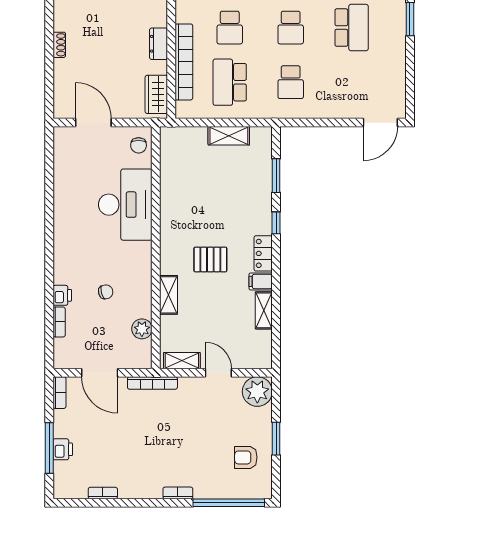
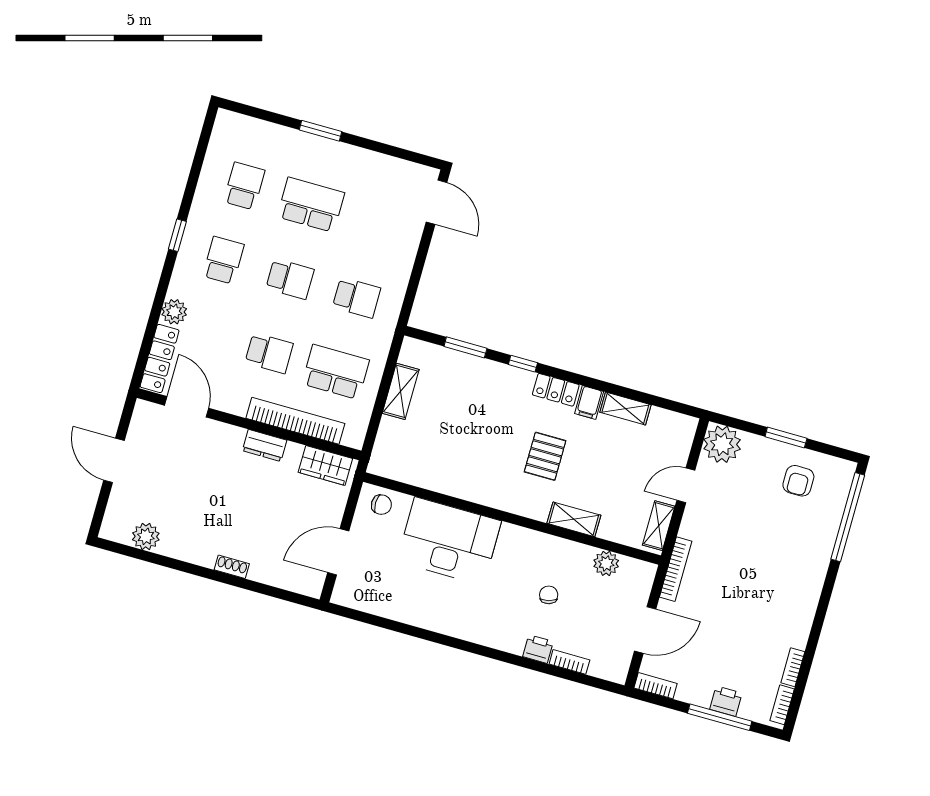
school desk: (230, 82) -> (336, 372), turned 180
bookcase: (178, 493) -> (782, 705), moved

